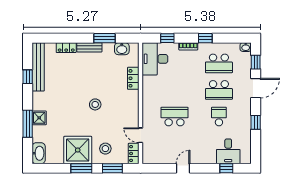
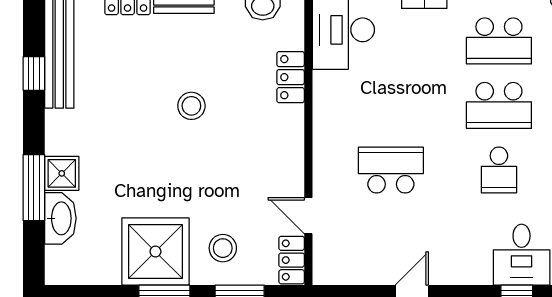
stool: (95, 104) -> (191, 106), moved
school desk: (219, 116) -> (499, 170), turned 180
washbasin: (39, 153) -> (60, 218), moved

